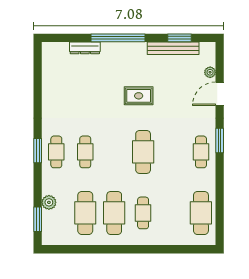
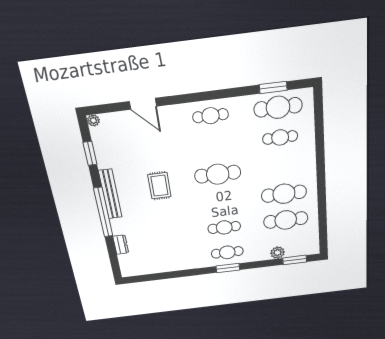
dresser: (85, 48) -> (121, 245), width x0.70
bench: (173, 48) -> (110, 194), moved
plant: (210, 72) -> (93, 120), moved
window: (220, 141) -> (273, 87), moved
cafe table: (143, 213) -> (280, 138), moved

